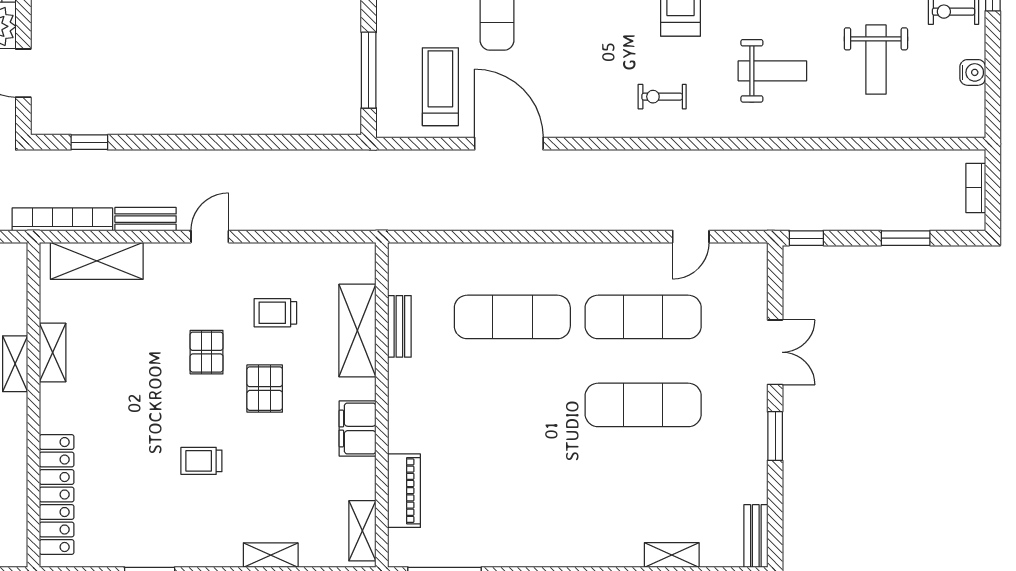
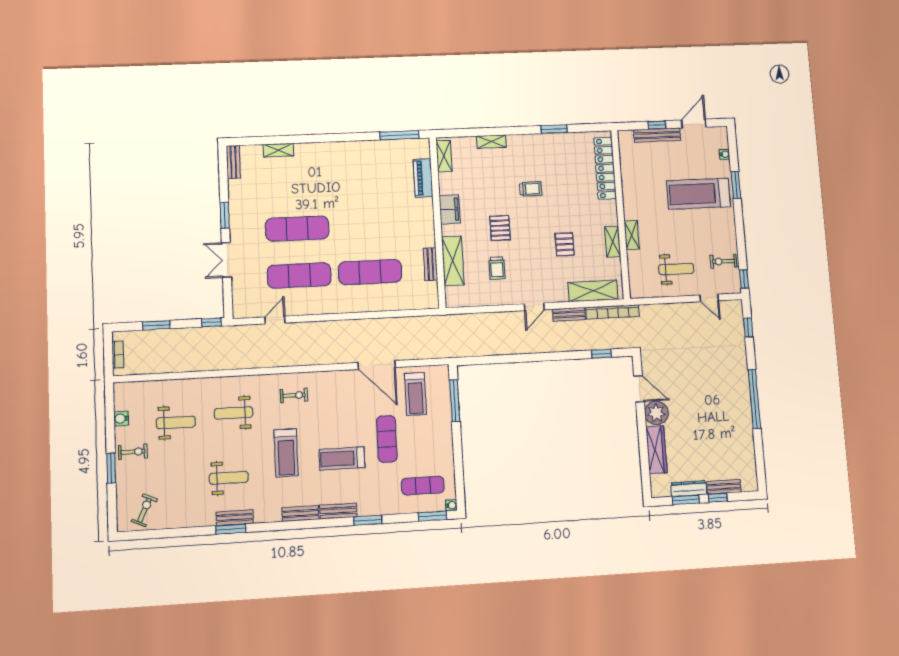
weight bench: (876, 60) -> (176, 422), turned 90
trolley: (275, 313) -> (497, 268), turned 90
pallet: (207, 352) -> (565, 244), moved

